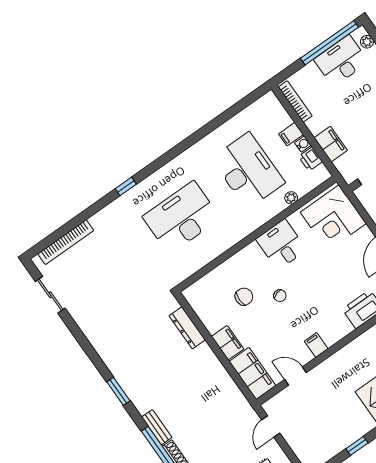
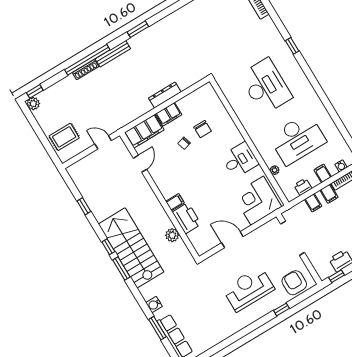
filing cabinet: (317, 124) -> (329, 194), added
water cooler: (303, 144) -> (341, 166), moved
filing cabinet: (331, 144) -> (313, 203), width x0.50
chair: (280, 296) -> (184, 143), moved
dresser: (187, 328) -> (165, 95), moved
filing cabinet: (316, 345) -> (175, 202), moved
bench: (157, 427) -> (113, 54), width x1.36

